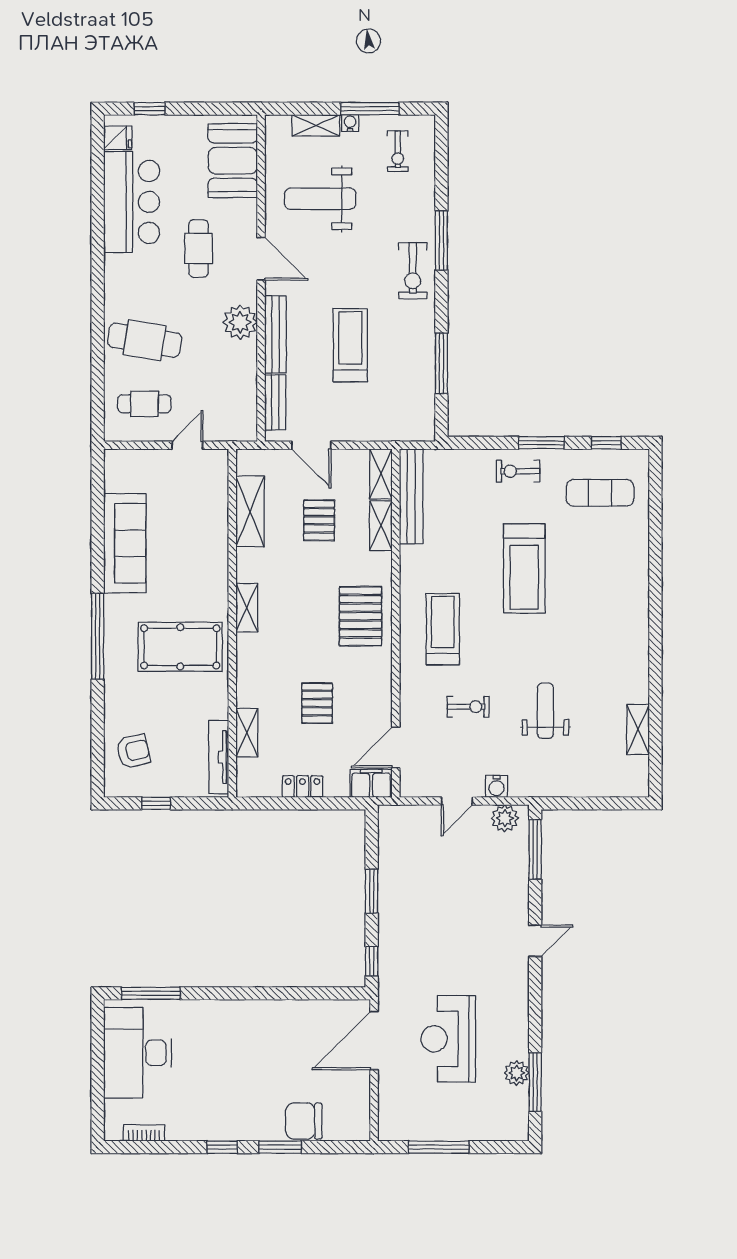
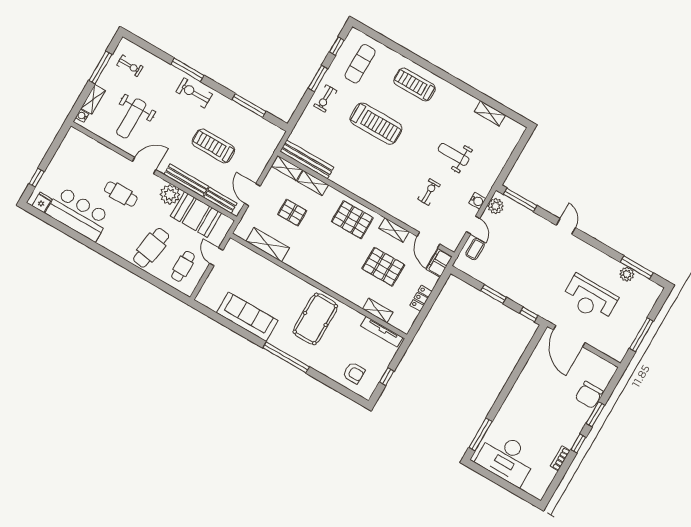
water cooler: (350, 123) -> (82, 116), moved
booth: (233, 161) -> (196, 215), moved
exercise bike: (413, 271) -> (194, 93), turned 180
door: (311, 445) -> (252, 195), swing flipped
shelving: (247, 608) -> (394, 230), moved
treadmill: (443, 629) -> (415, 85), moved
pallet: (317, 703) -> (383, 267), width x1.50, depth x1.42
armchair: (133, 751) -> (354, 373), turned 103
coffee table: (423, 825) -> (475, 249), added
bookcase: (144, 1133) -> (560, 458), moved

